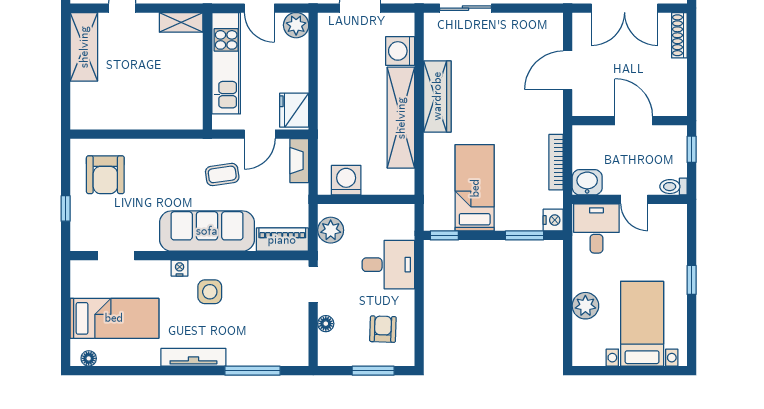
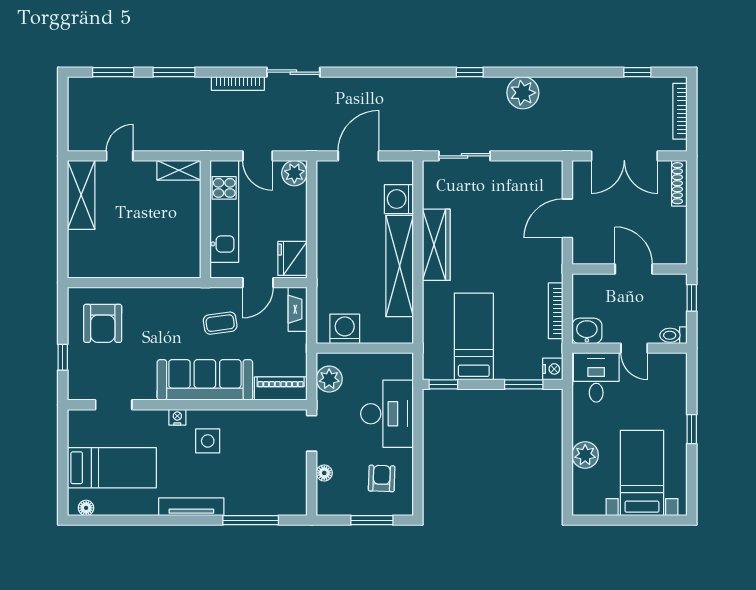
desk: (388, 265) -> (387, 414), width x1.37

